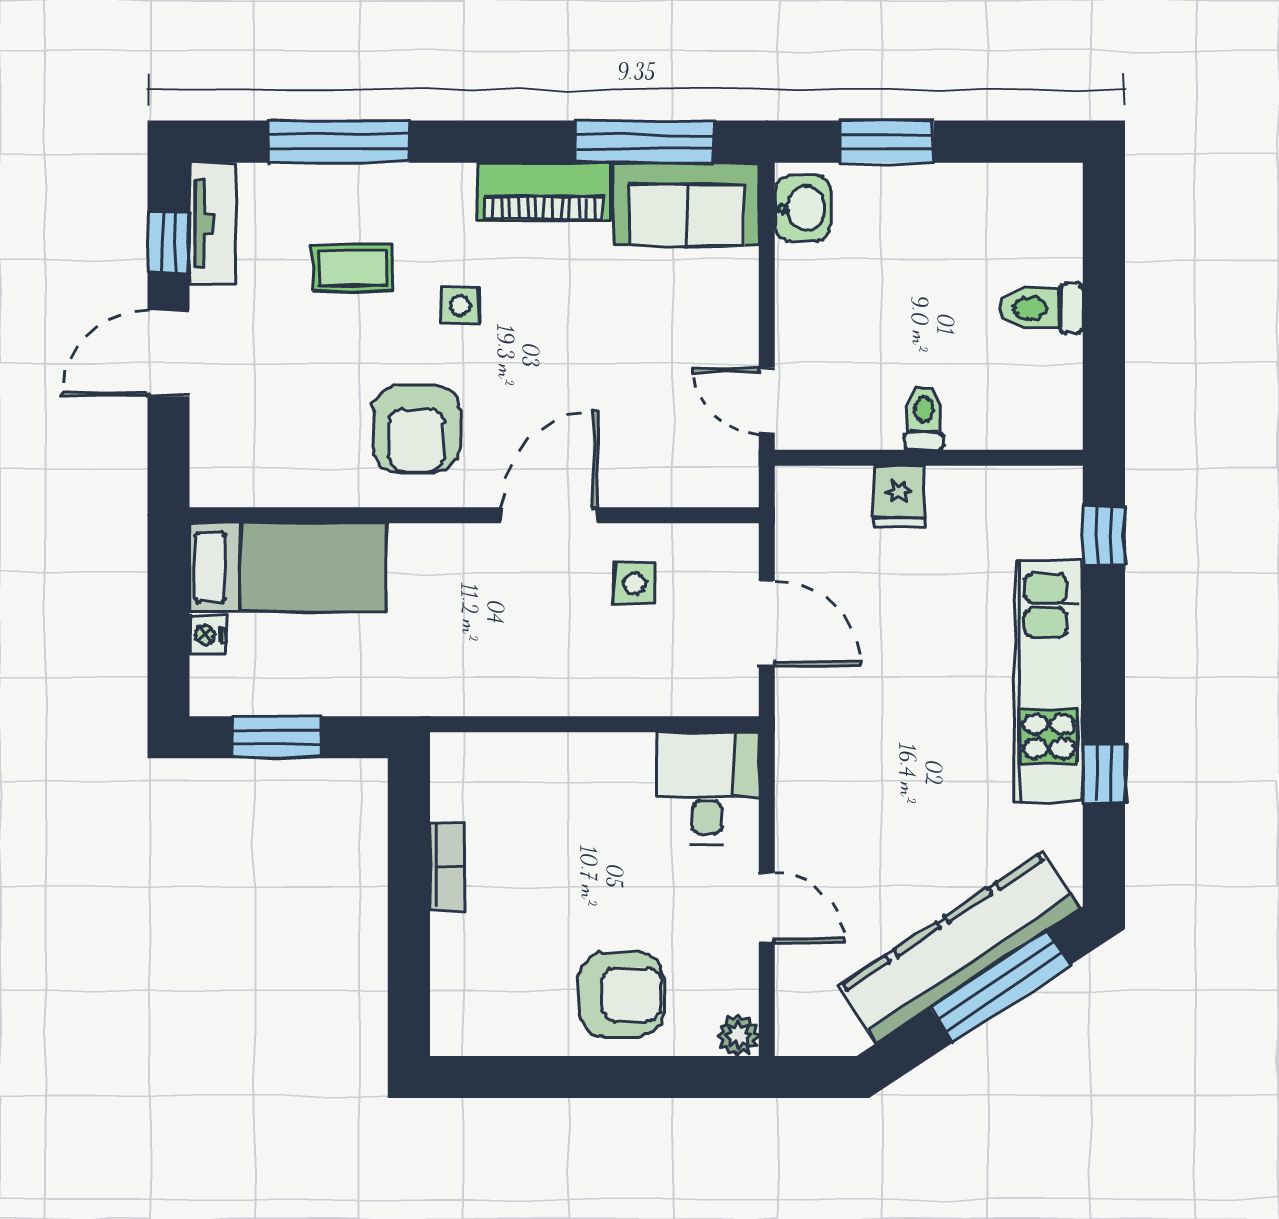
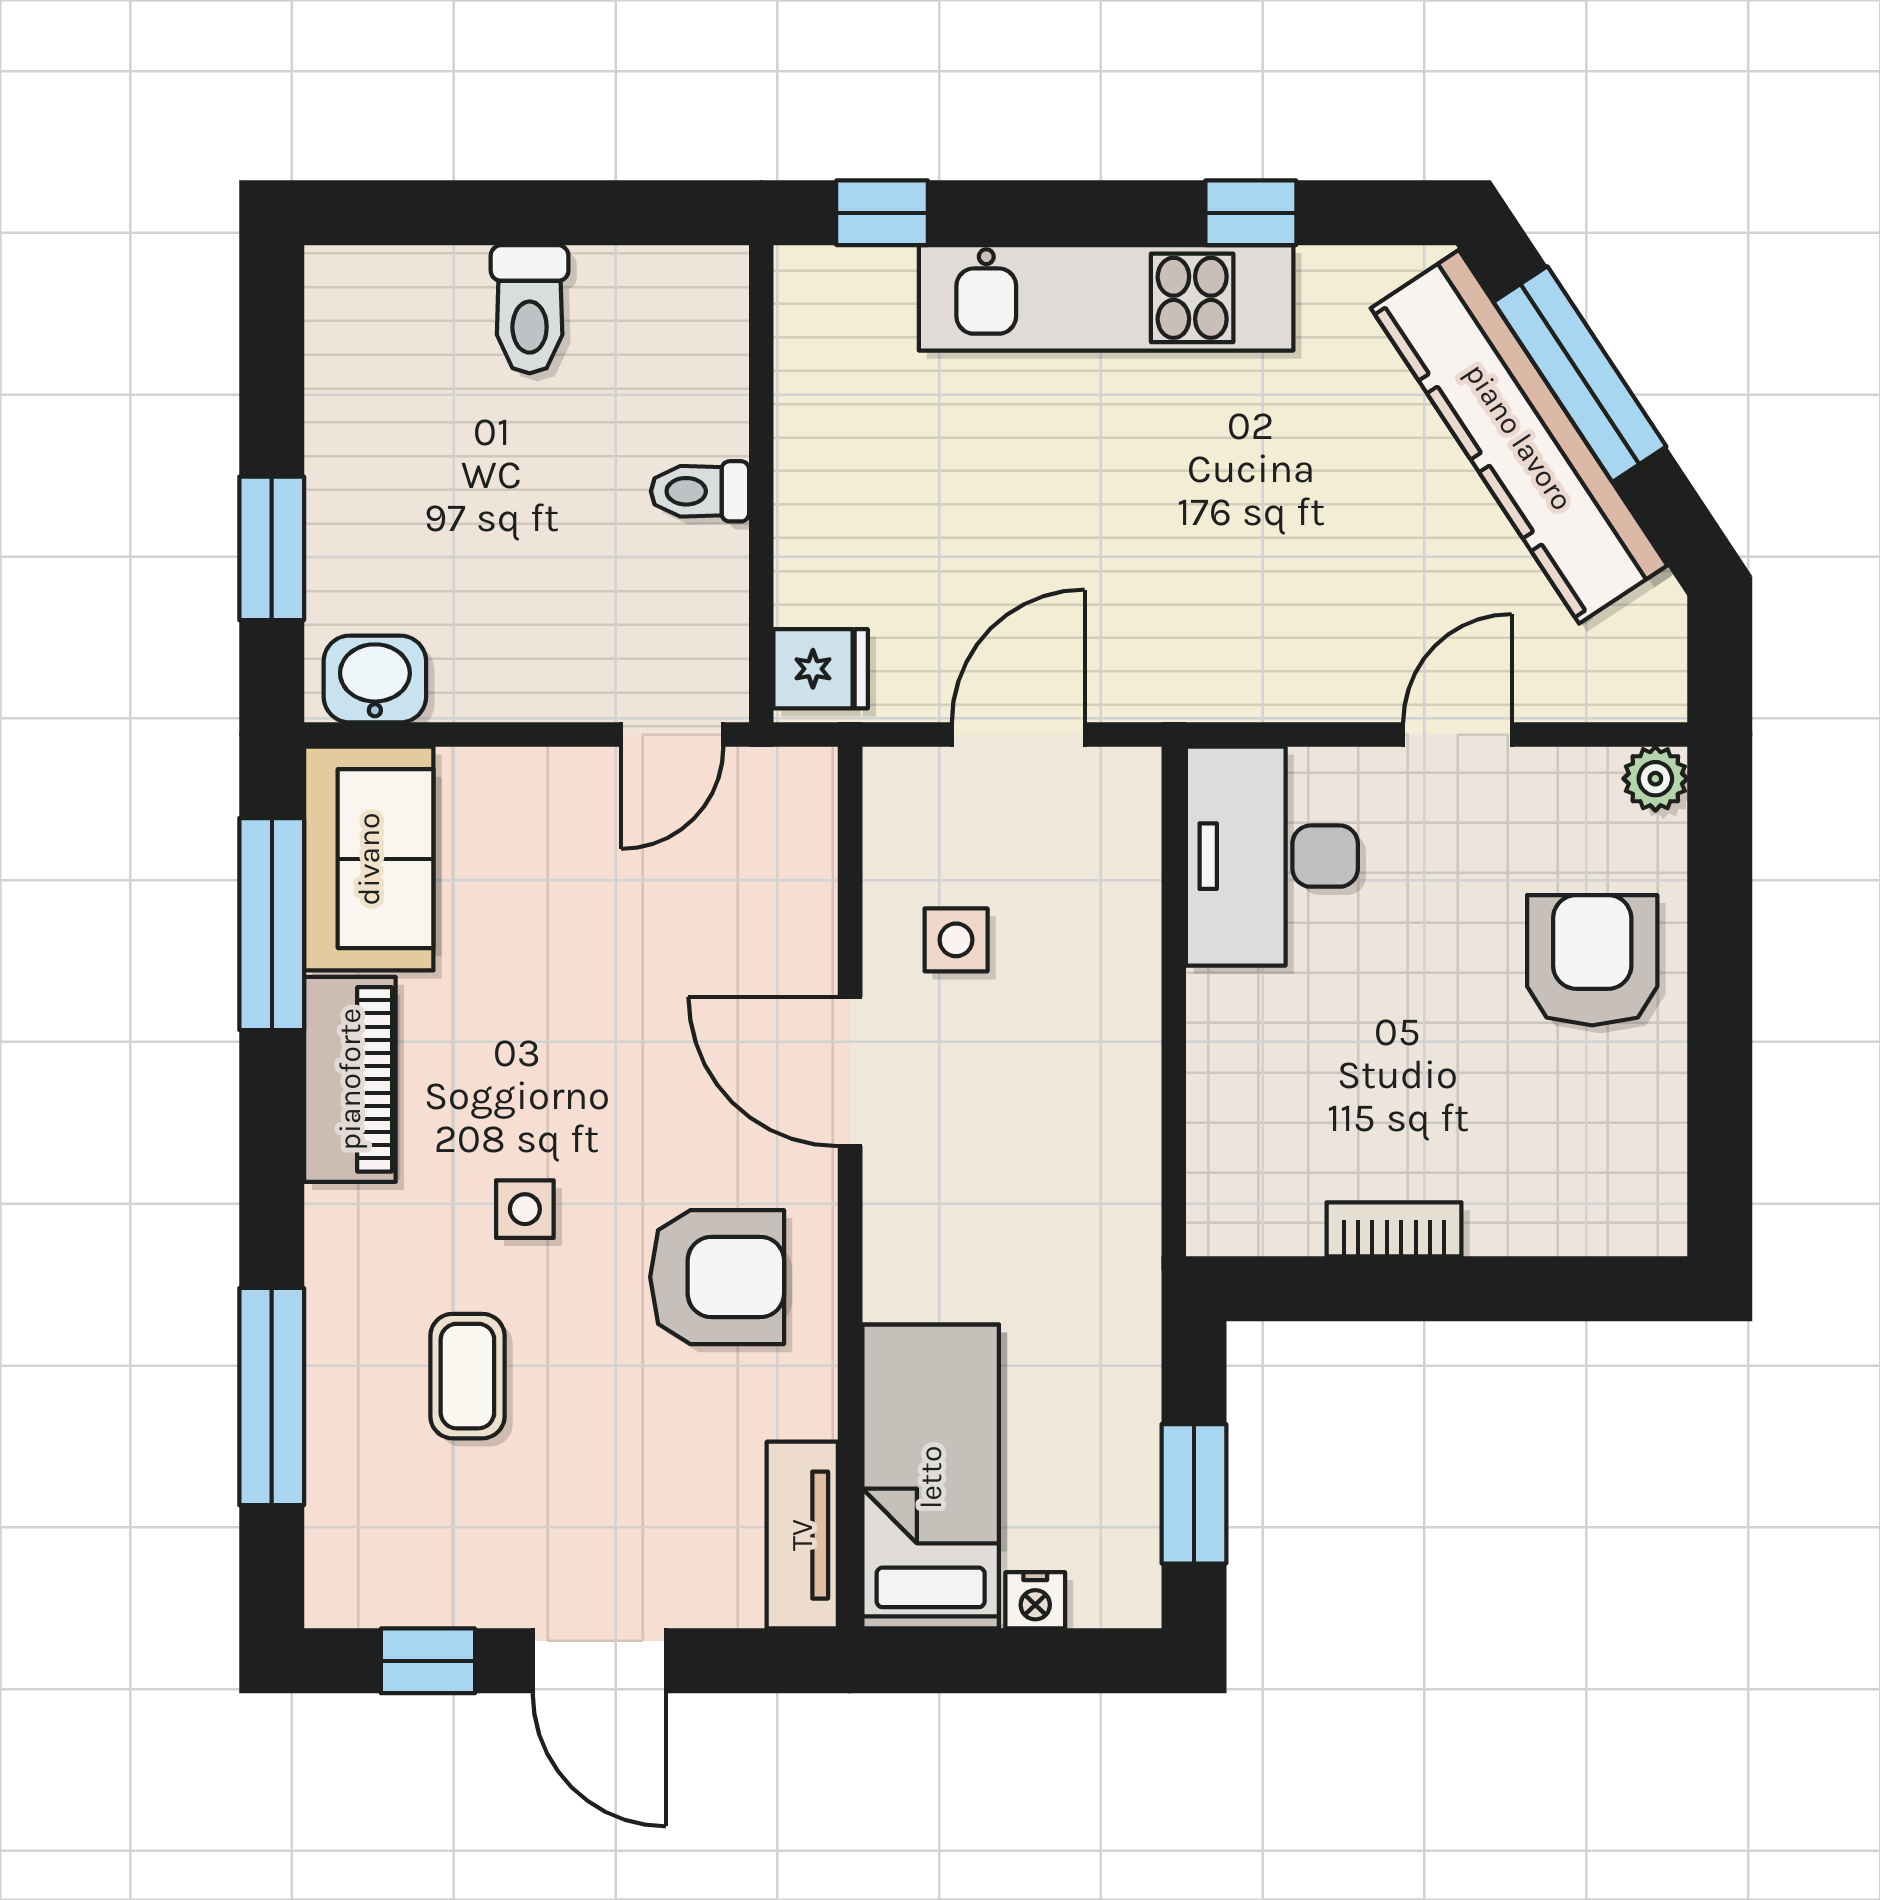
tv unit: (212, 223) -> (802, 1535), moved, turned -90
fridge: (899, 496) -> (821, 669), moved
desk: (707, 788) -> (1272, 856), width x1.37

